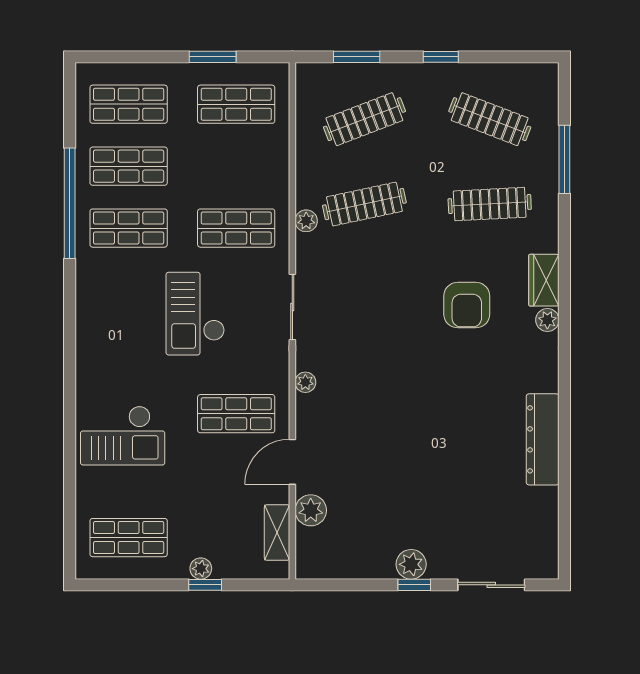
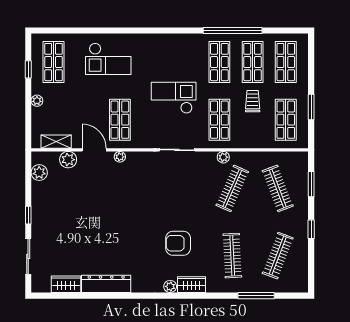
trolley: (202, 166) -> (253, 101), added
clothes rail: (364, 204) -> (232, 188), turned 36
plant: (305, 382) -> (120, 157), moved
checkout: (123, 436) -> (108, 59), turned -90
wardrobe: (543, 514) -> (66, 284), added
plant: (411, 564) -> (39, 173), moved
window: (205, 585) -> (28, 69), moved

